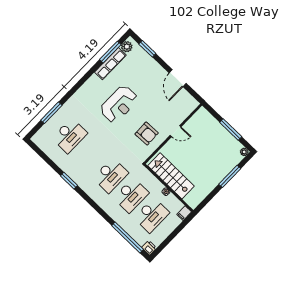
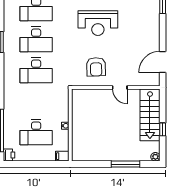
door: (178, 78) -> (163, 62), moved
window: (231, 129) -> (163, 129), width x0.46
stairs: (171, 176) -> (150, 115), moved, turned 180
desk: (131, 195) -> (36, 39), moved

